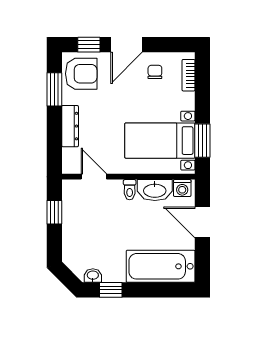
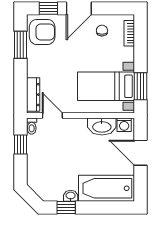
dresser: (70, 126) -> (33, 95), moved
toilet: (130, 190) -> (32, 126), moved
washbasin: (93, 276) -> (71, 196), moved

